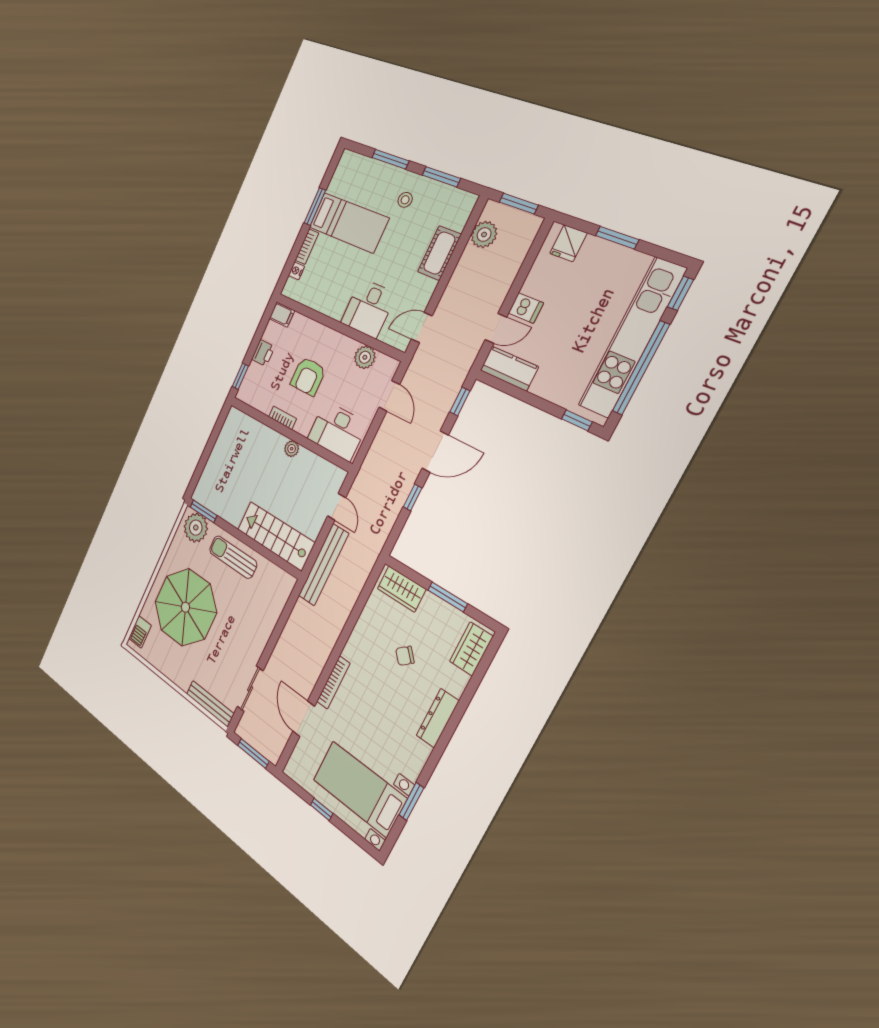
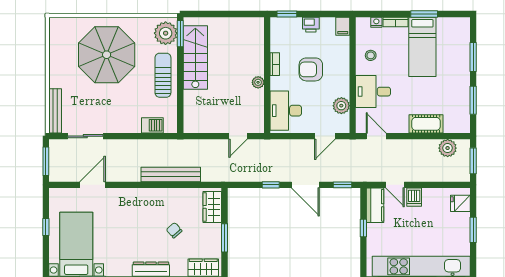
stool: (405, 200) -> (371, 55), moved
window: (577, 420) -> (363, 228), moved
stairs: (276, 536) -> (195, 58), moved
bench: (324, 565) -> (171, 174), moved
barbecue: (140, 632) -> (152, 125), moved, turned 180
bookcase: (333, 682) -> (128, 193), removed

